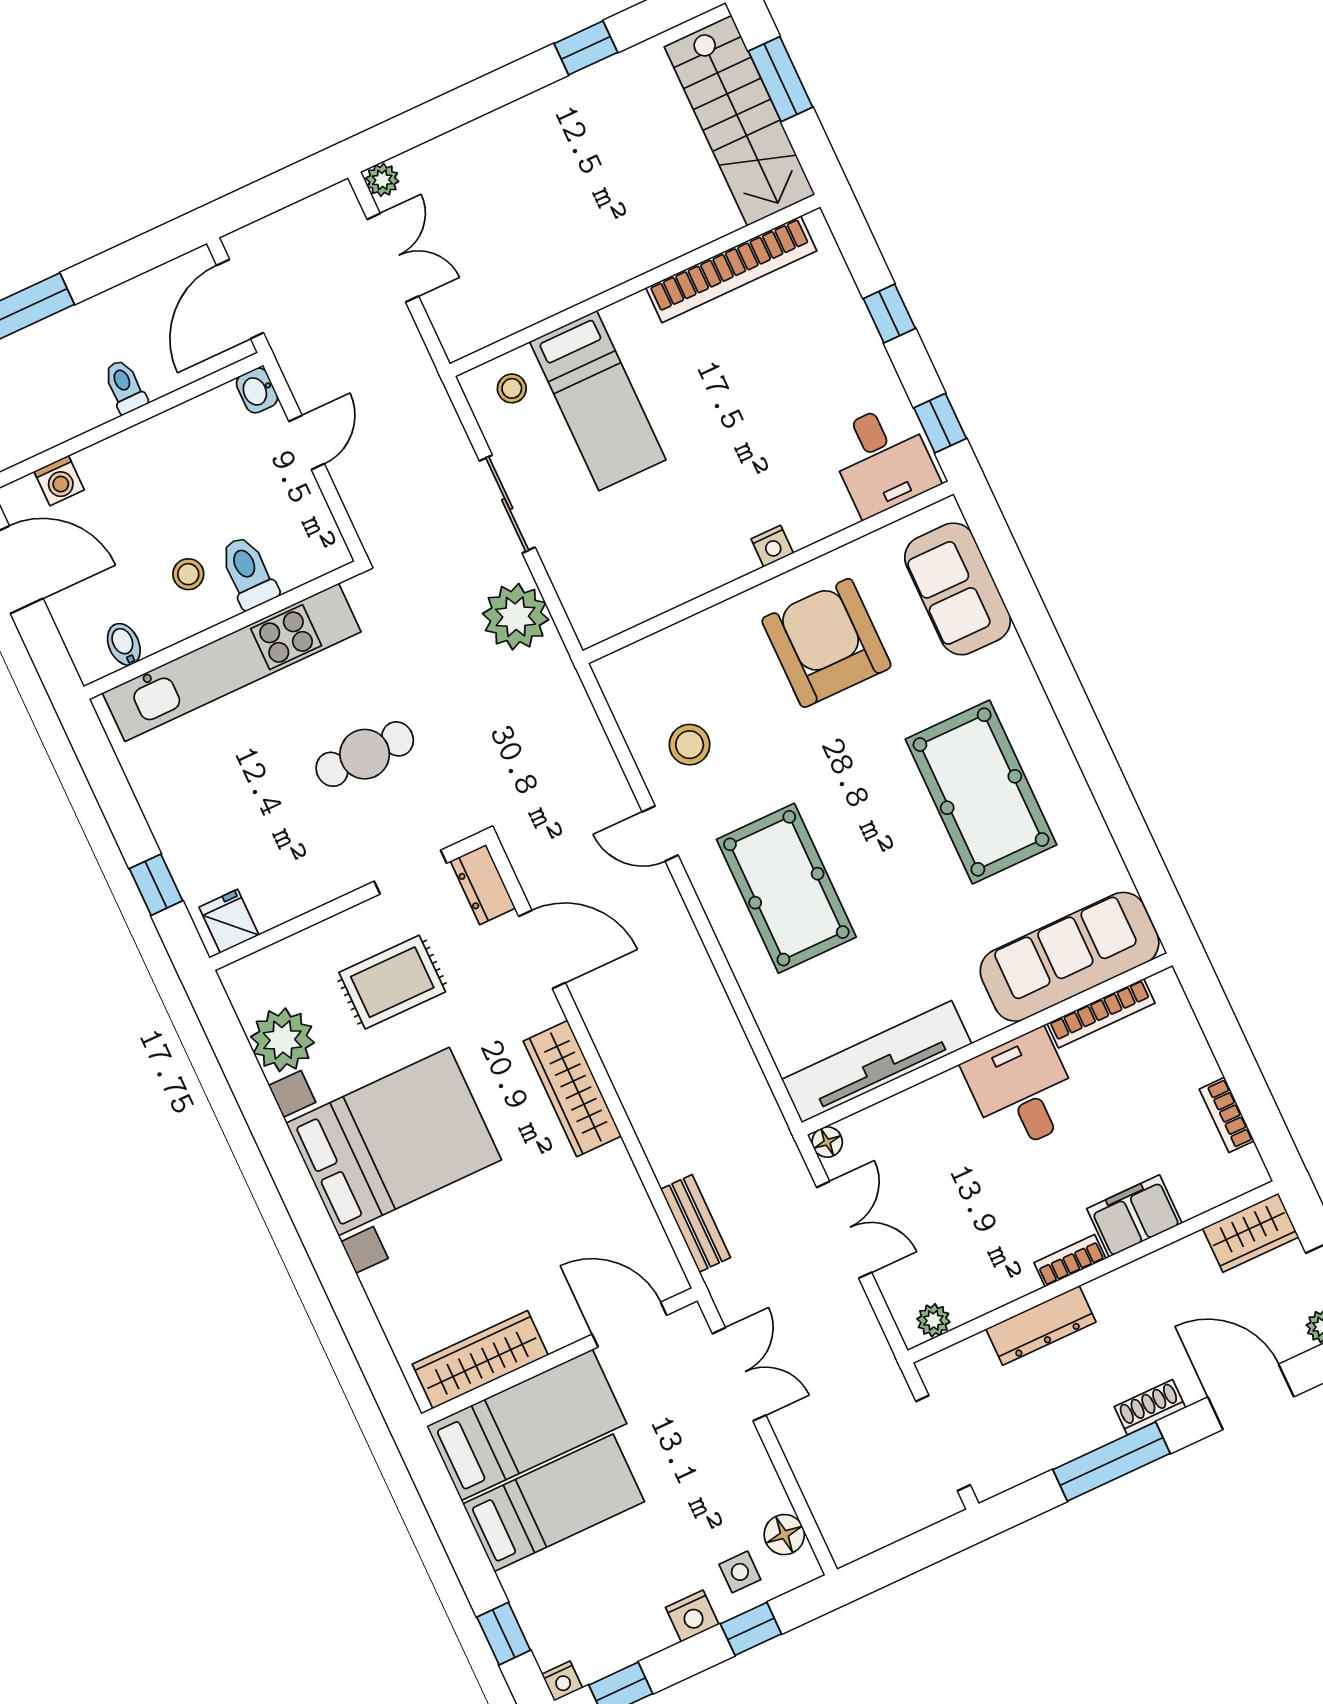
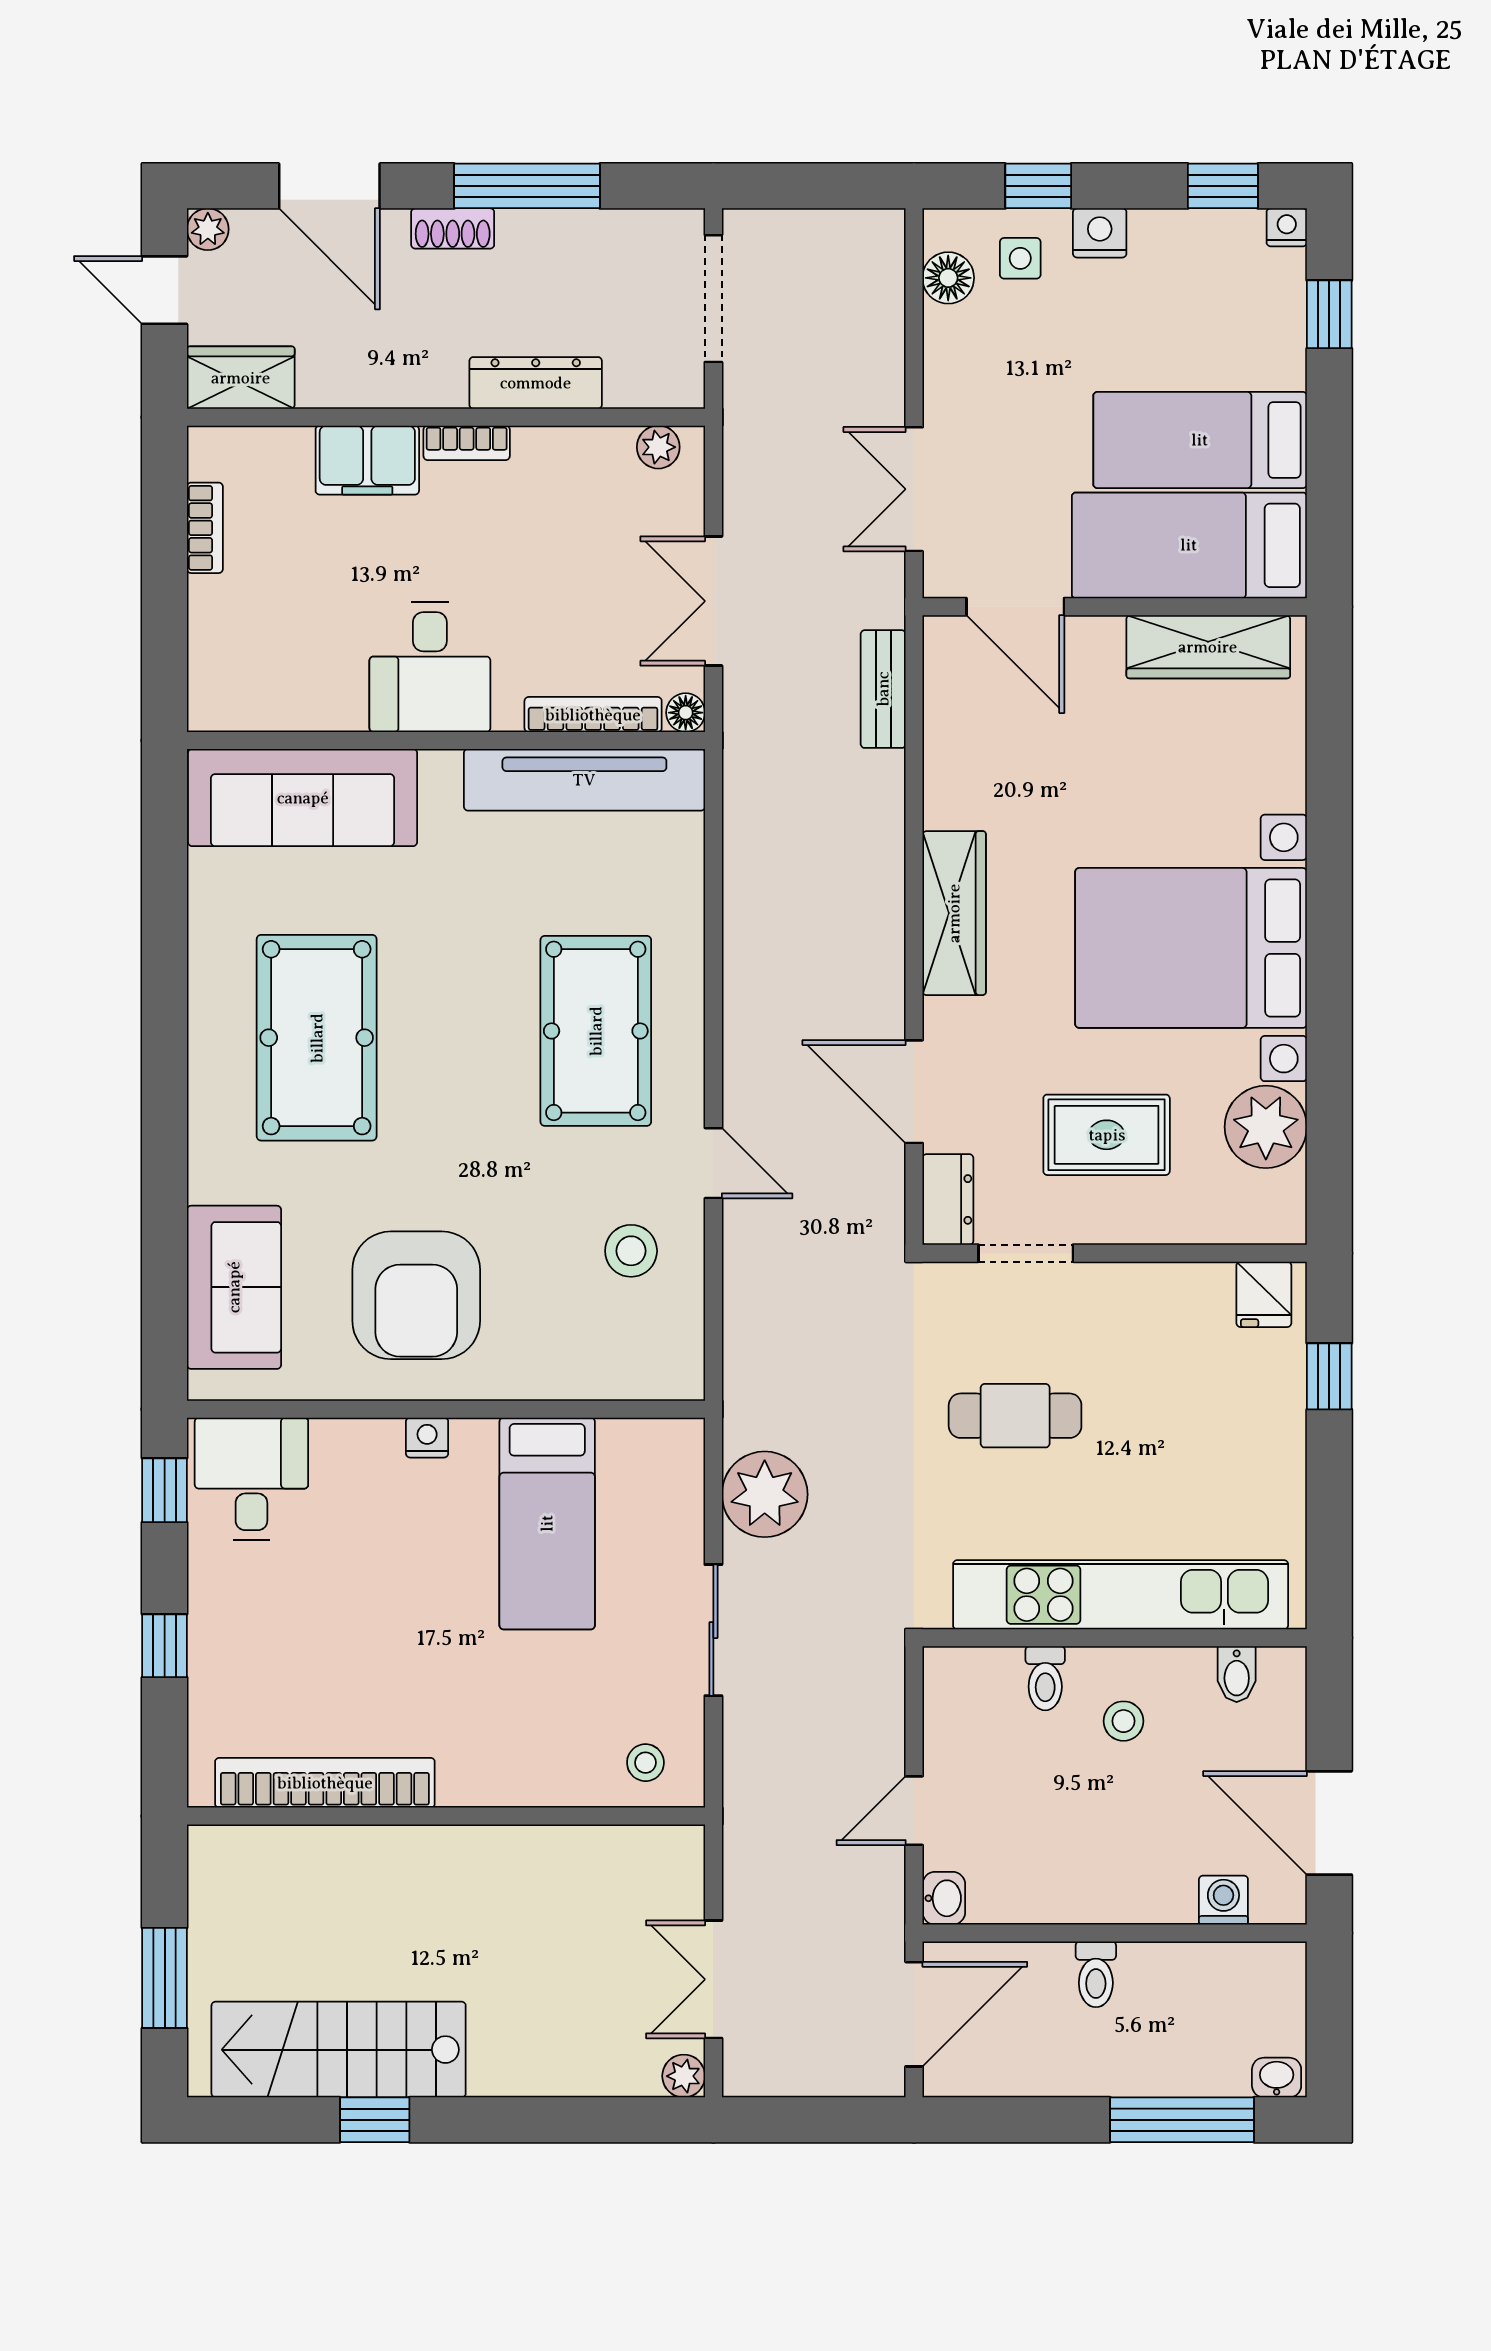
stairs: (740, 121) -> (339, 2050), moved, turned -90
bed: (598, 401) -> (547, 1523), moved, turned 180
toilet: (248, 572) -> (1045, 1678), width x0.73, depth x0.72
bookcase: (1101, 1013) -> (593, 715), moved

